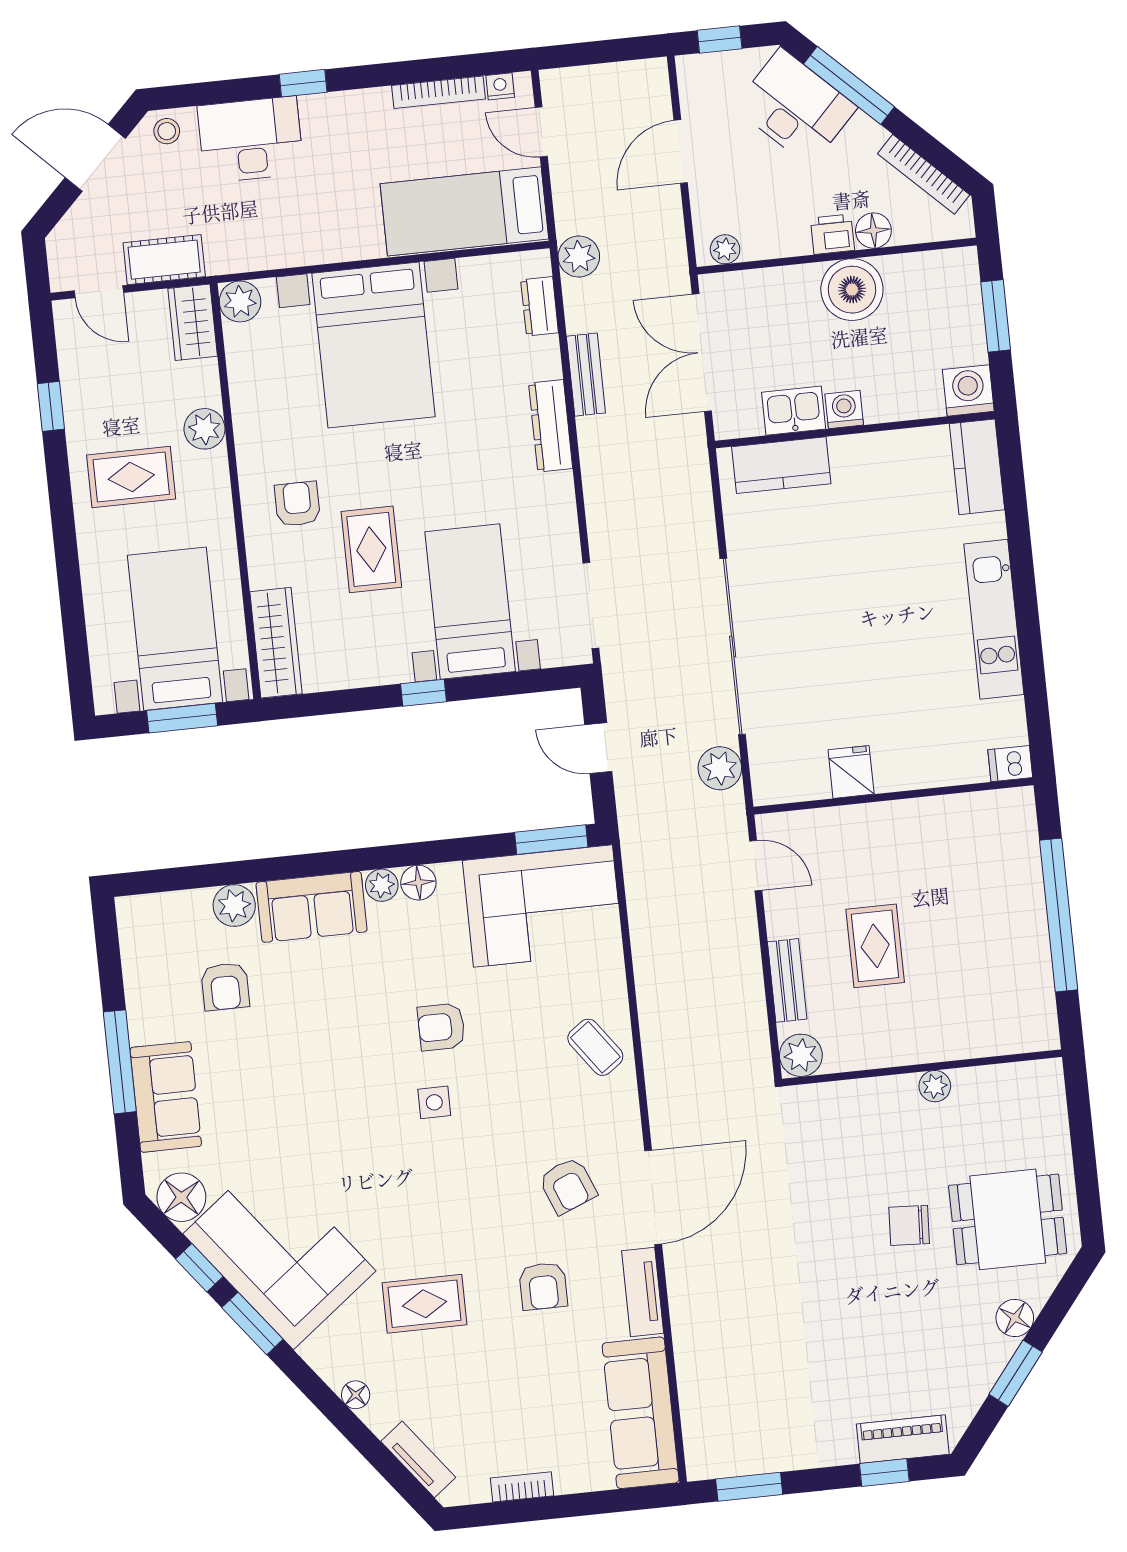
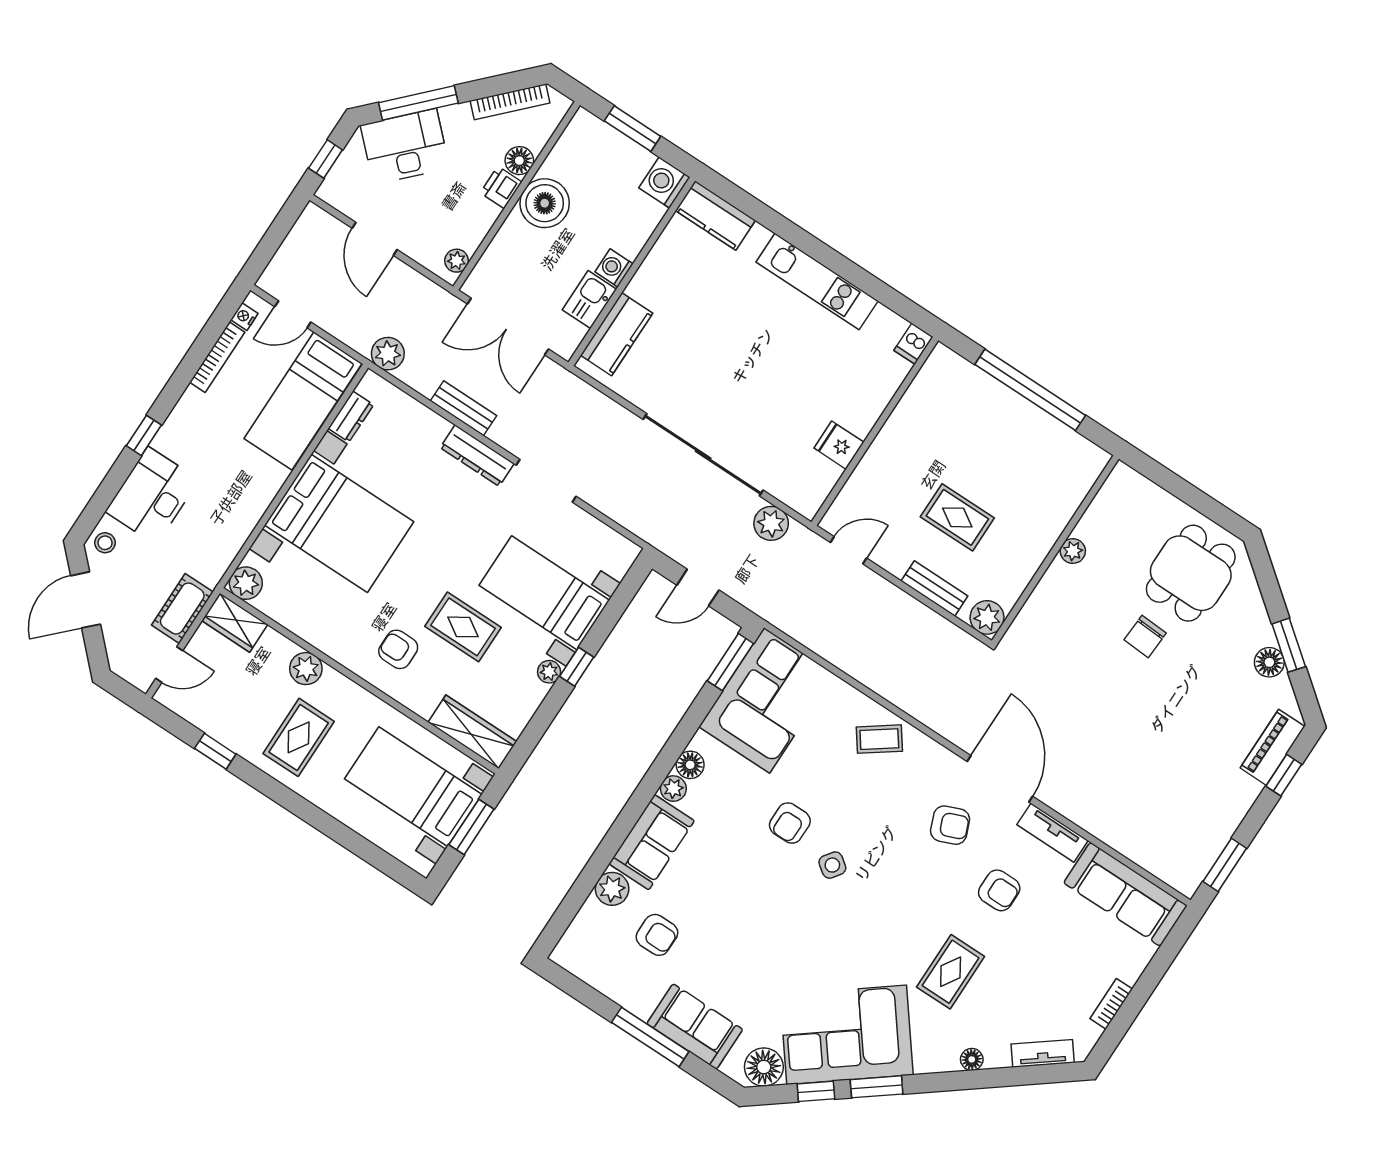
dresser: (540, 306) -> (351, 417), moved, turned -90
doorway: (591, 606) -> (546, 481), moved
plant: (396, 670) -> (549, 672), added
side table: (434, 1102) -> (832, 865), turned 36
floor lamp: (1015, 1318) -> (1269, 662), moved

